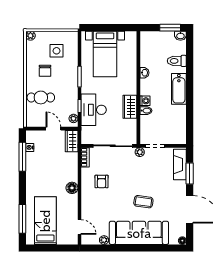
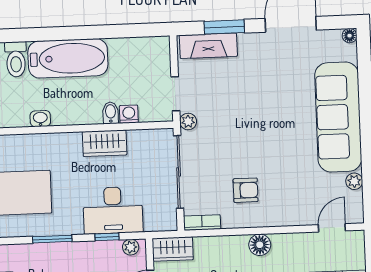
bathtub: (179, 89) -> (68, 58), width x1.36, depth x1.36
washing machine: (145, 101) -> (129, 114), moved
coffee table: (143, 202) -> (280, 111), removed

